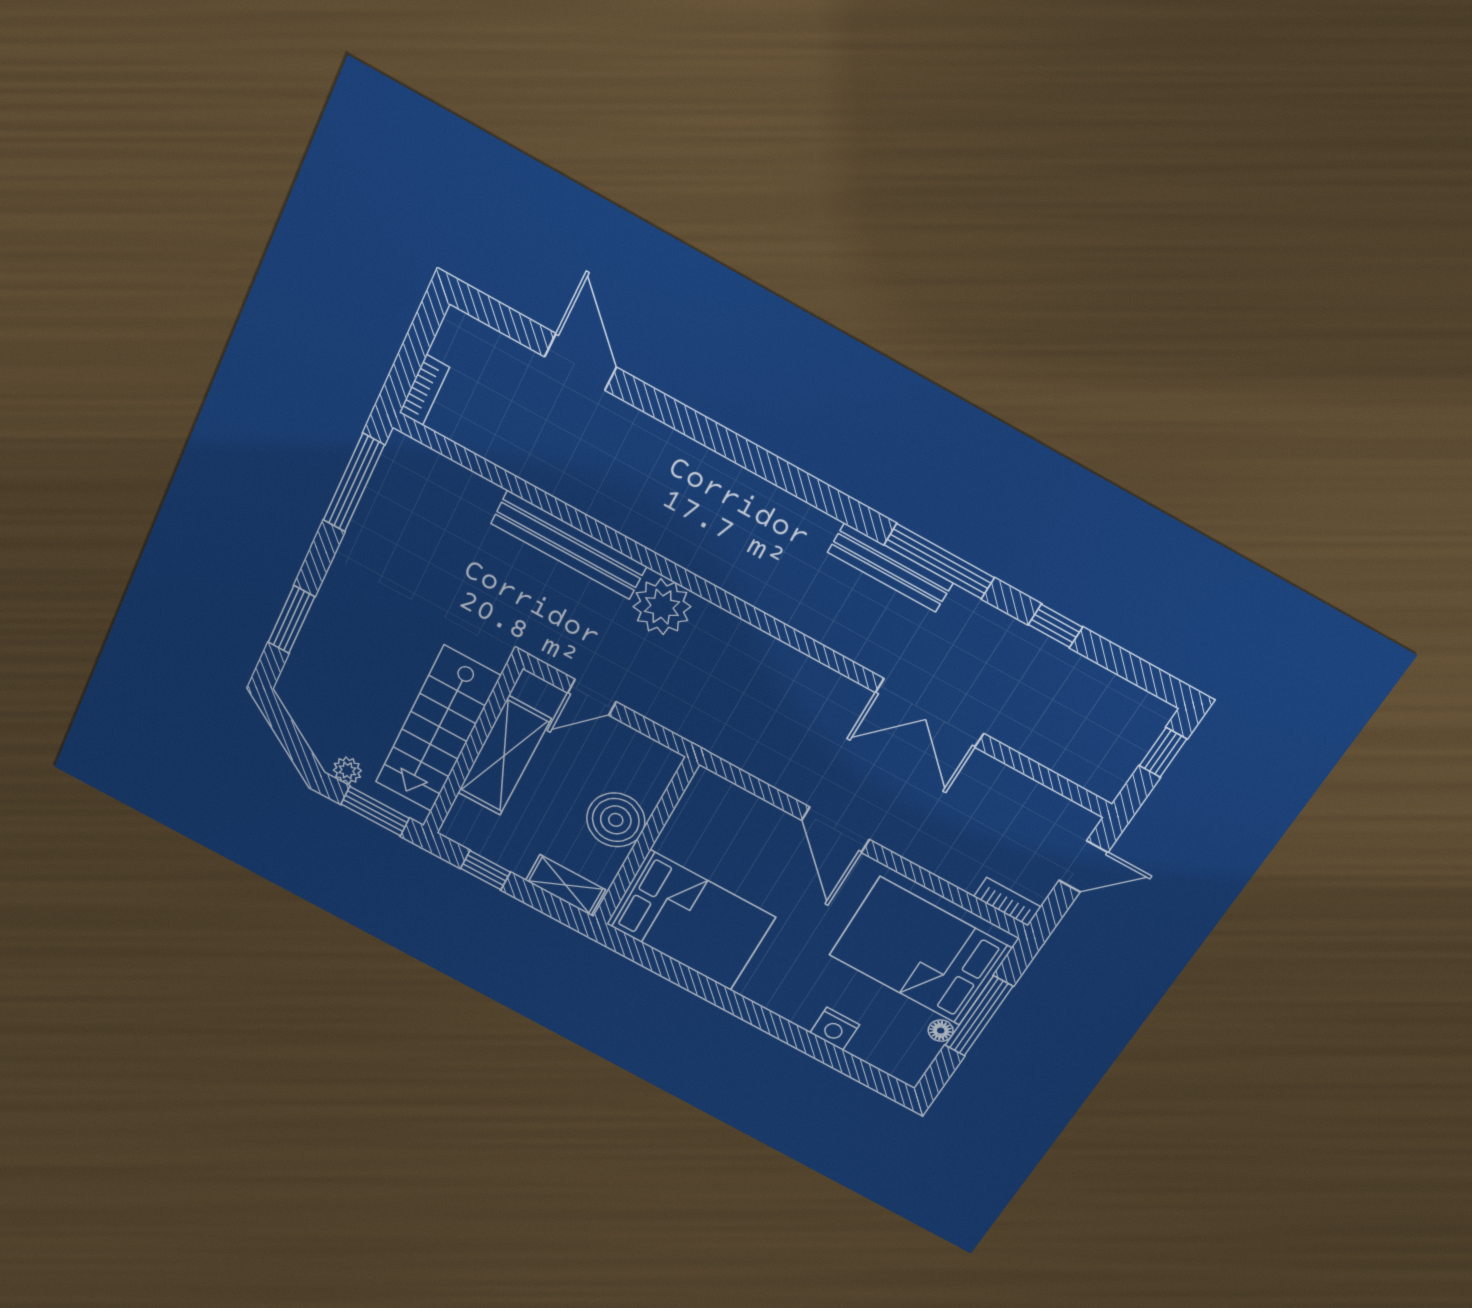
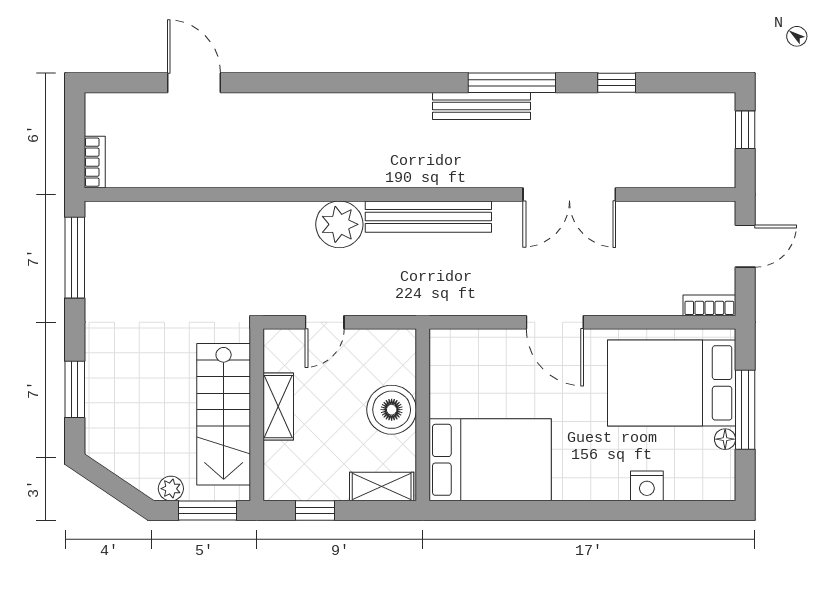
bench: (569, 545) -> (428, 217), moved
shelving: (504, 756) -> (278, 407), width x0.67, depth x0.75

